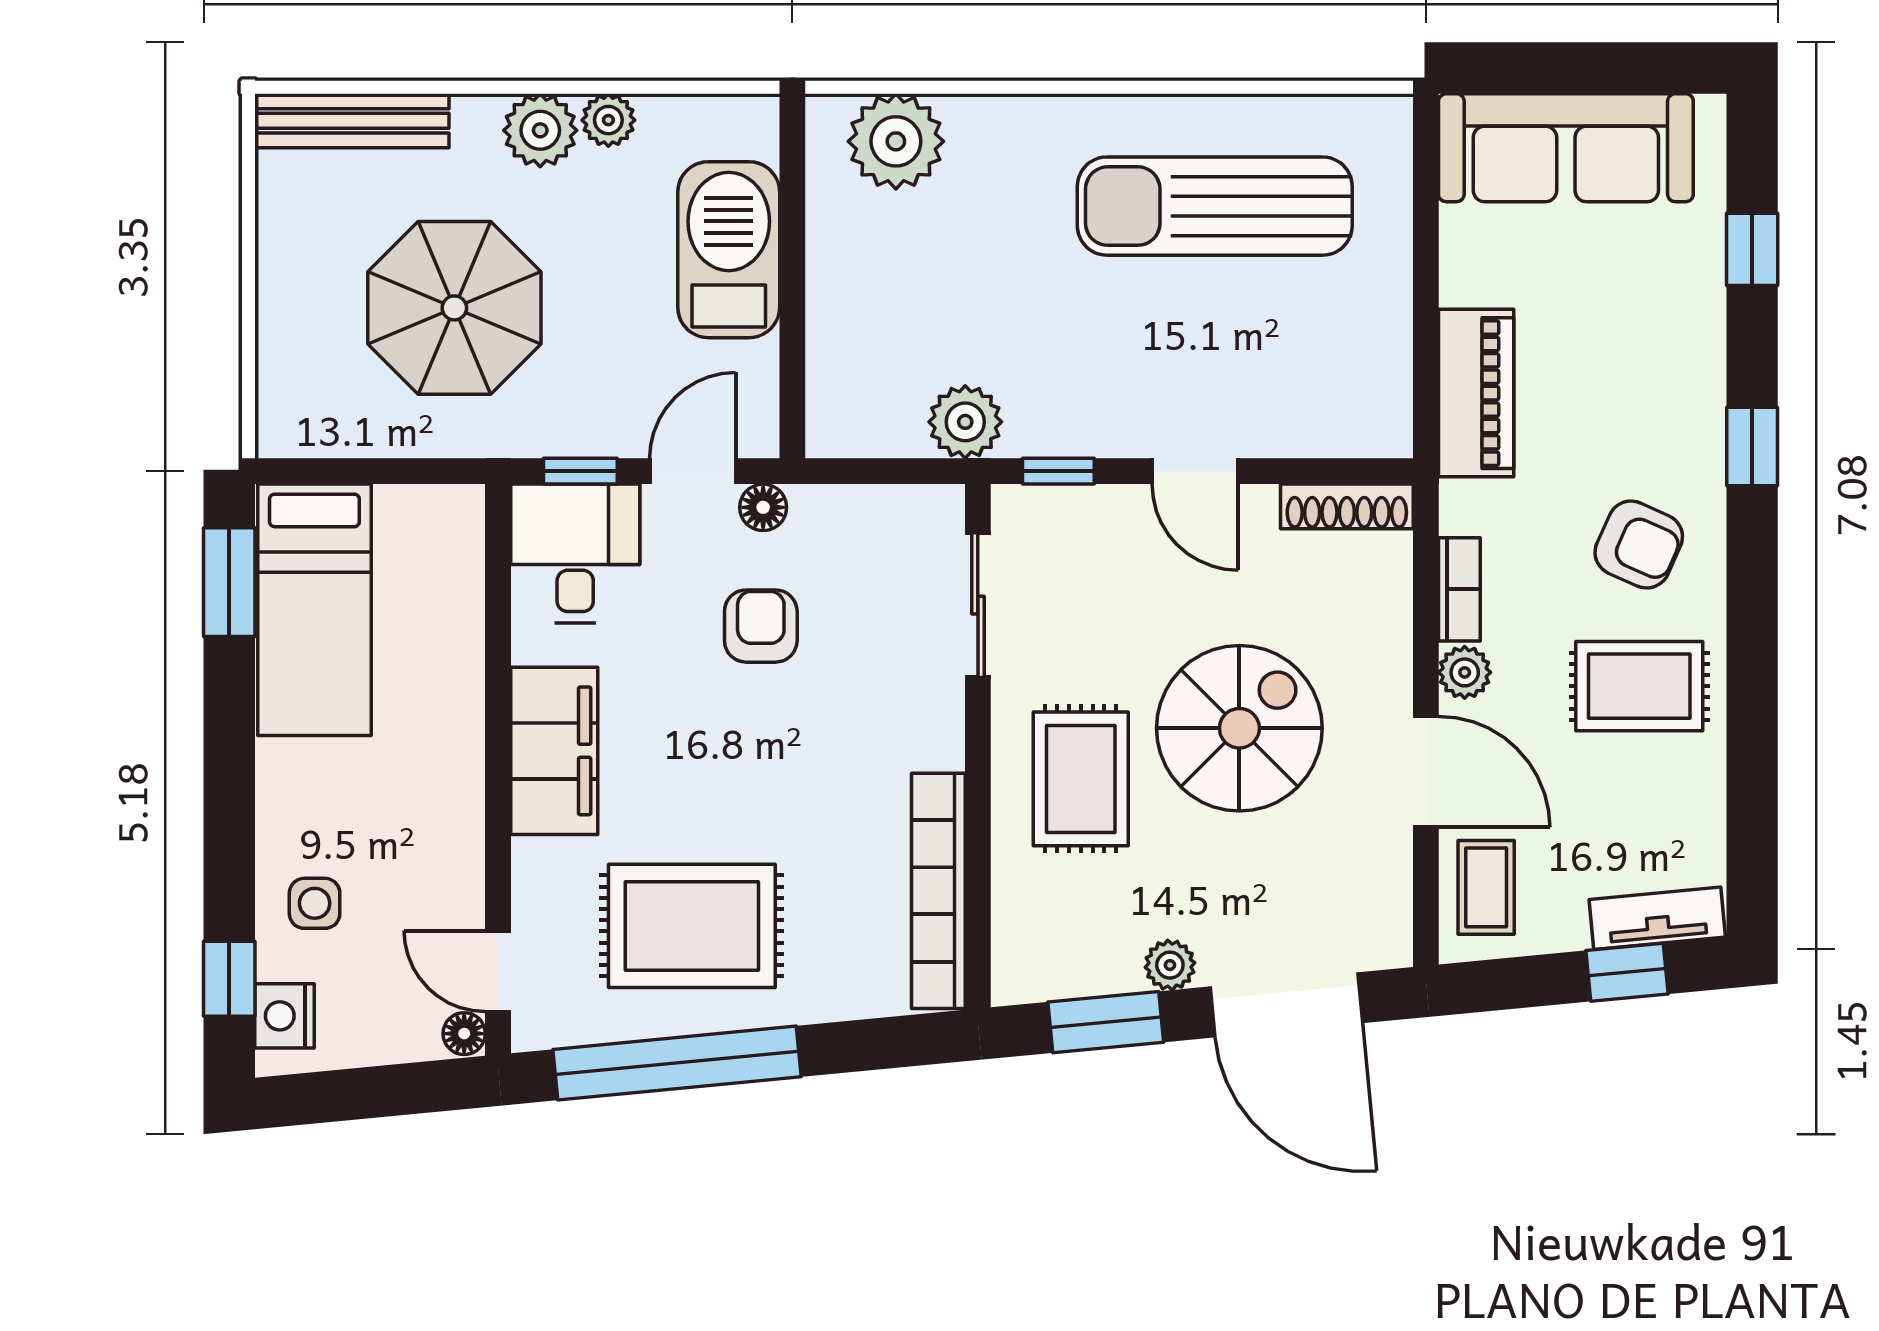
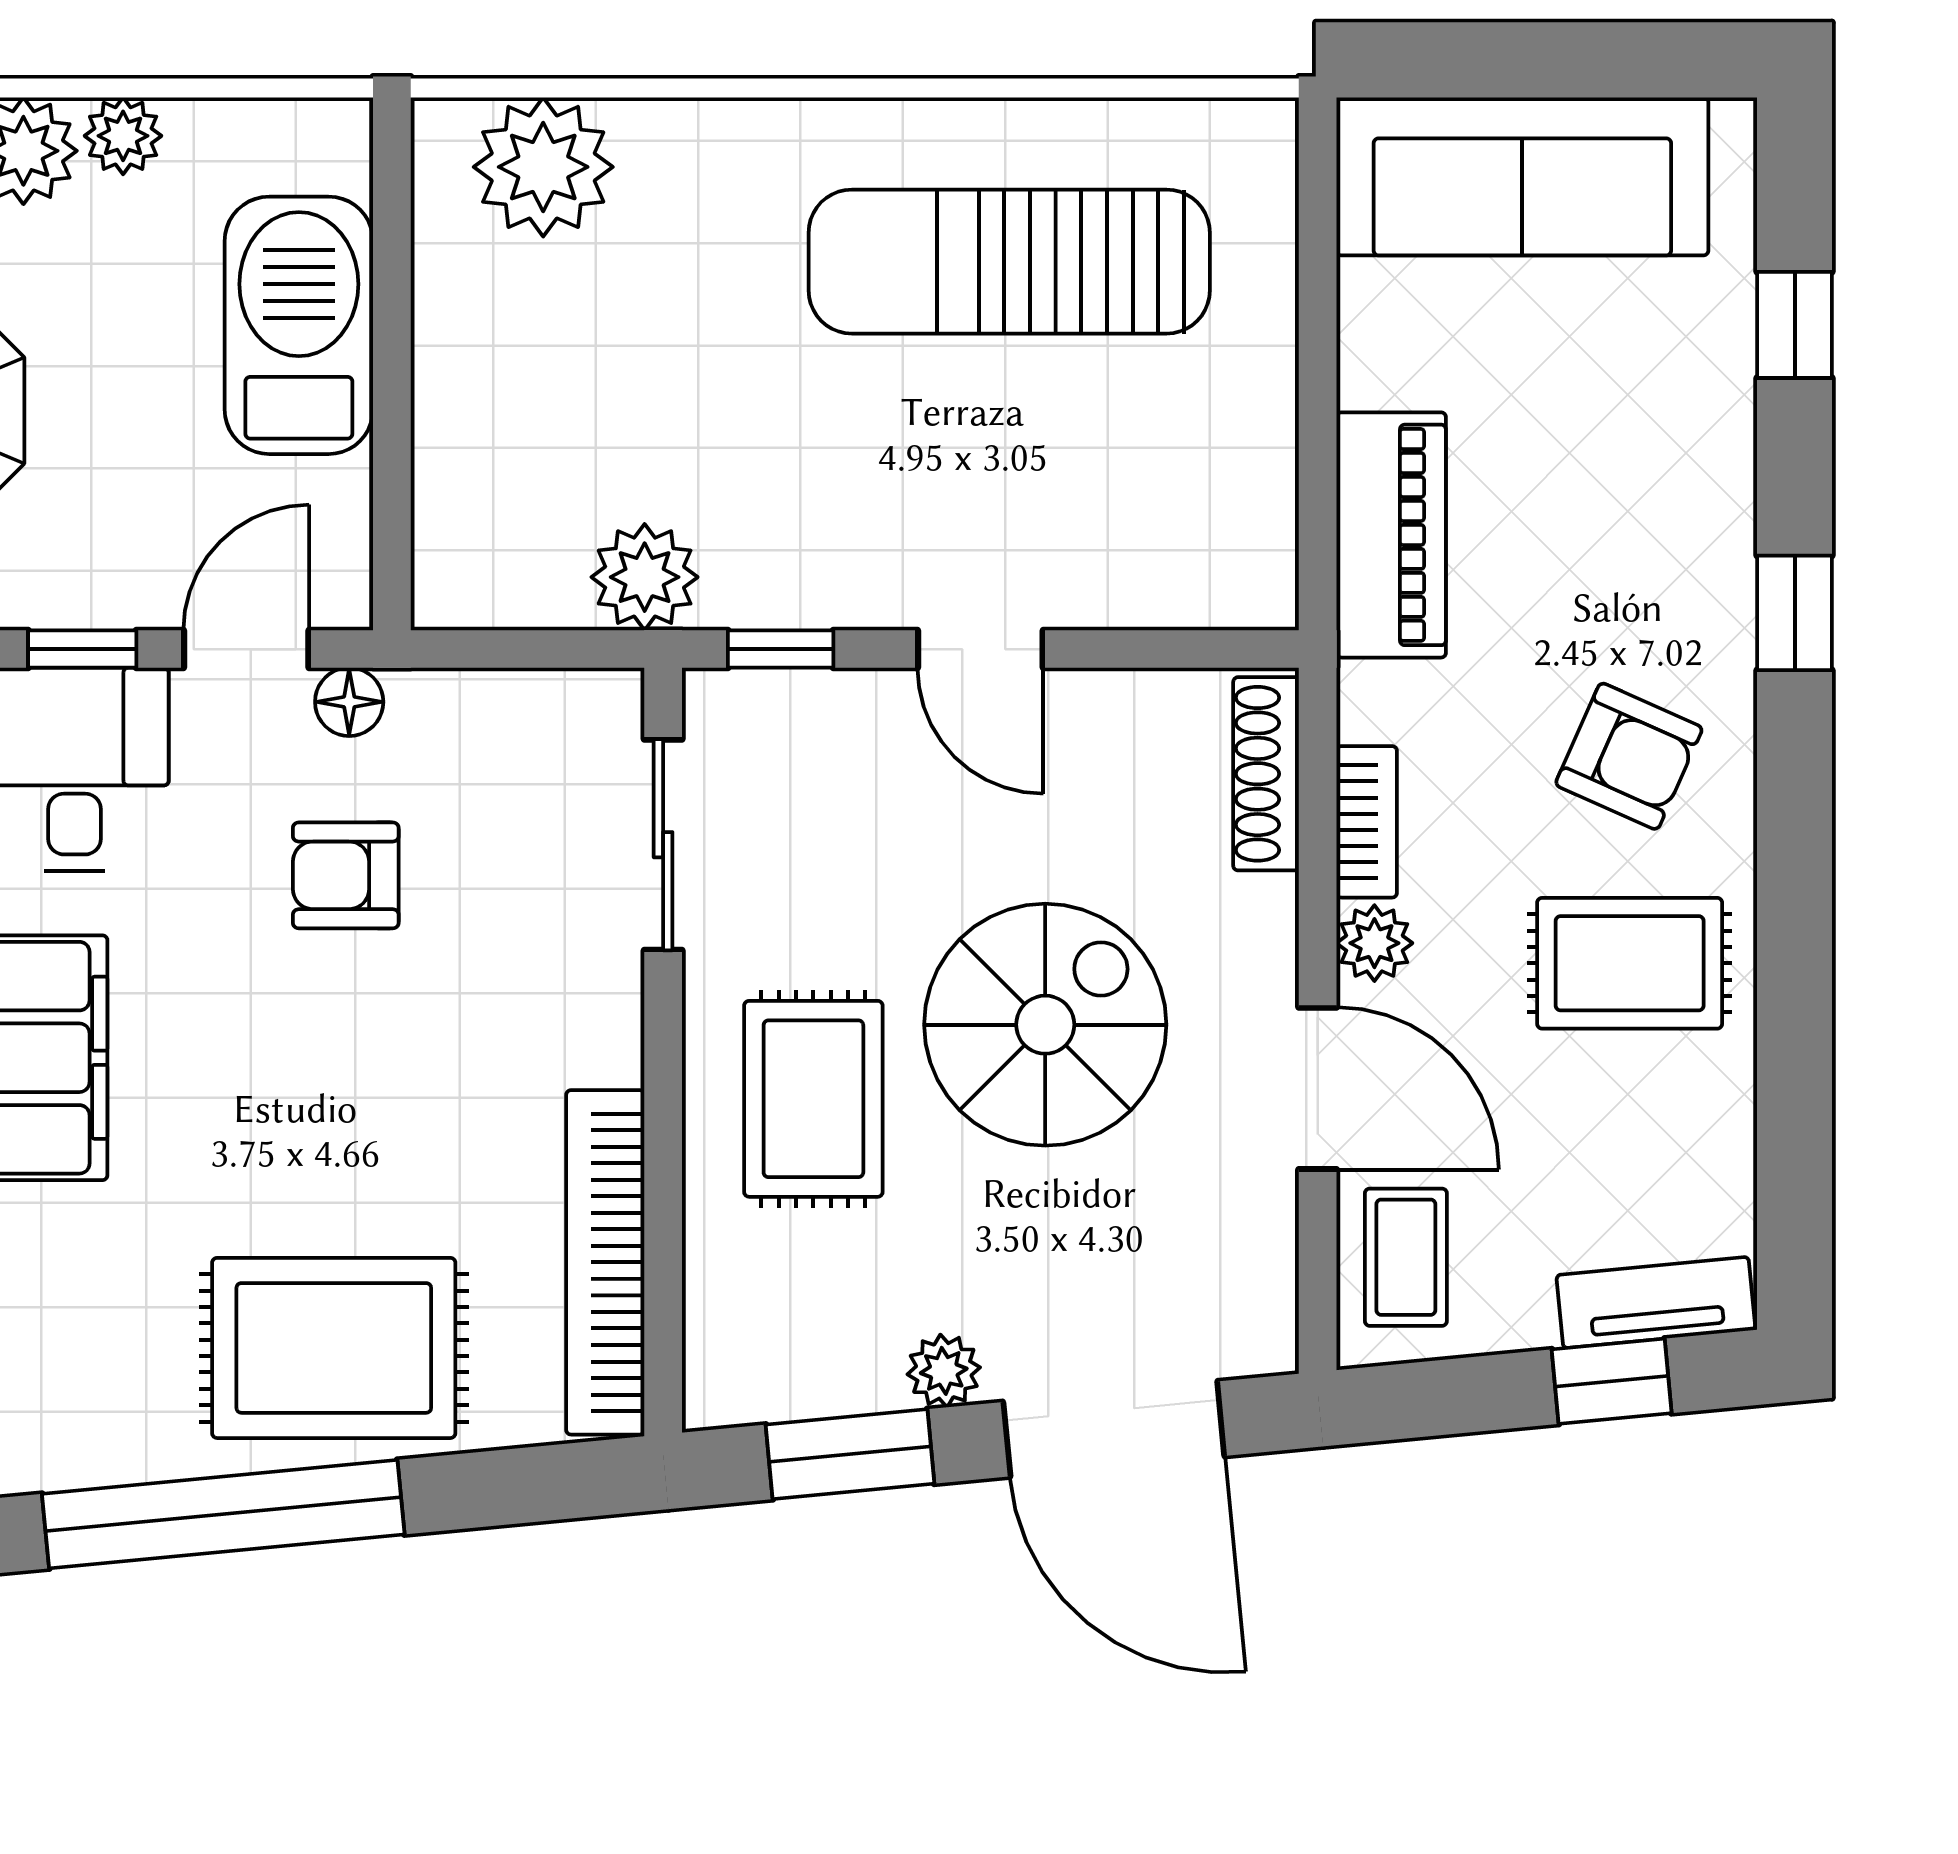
shoe rack: (1347, 506) -> (1266, 774), moved, turned 90
armchair: (761, 626) -> (346, 875), turned -90
rug: (692, 926) -> (334, 1348), moved

